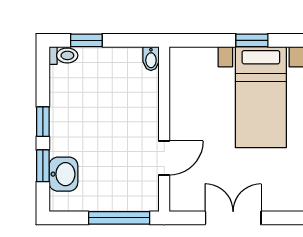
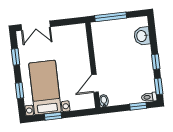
door: (164, 158) -> (95, 83), moved
window: (43, 166) -> (159, 86), moved
double door: (233, 218) -> (36, 26), moved

